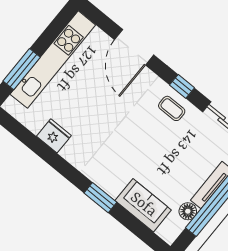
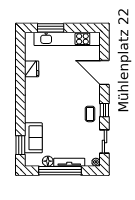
door: (134, 47) -> (104, 72), hinge flipped
window: (100, 198) -> (20, 145), moved

